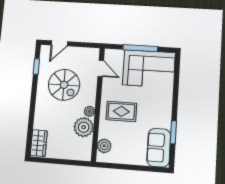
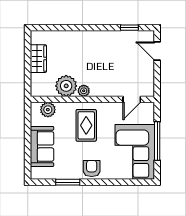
spiral stairs: (64, 85) -> (111, 60), removed
armchair: (162, 109) -> (92, 168), added
wardrobe: (39, 143) -> (38, 59), moved, turned -90
sofa: (159, 148) -> (42, 146), moved, turned 90

